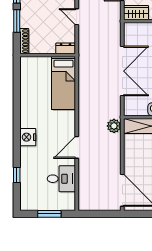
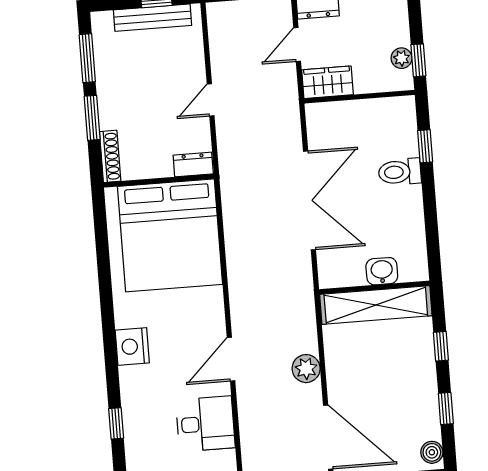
door: (77, 17) -> (211, 100), hinge flipped
bed: (64, 83) -> (170, 235), width x2.04
plant: (114, 126) -> (306, 369), moved

